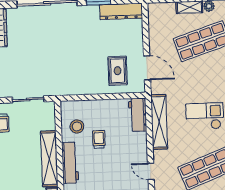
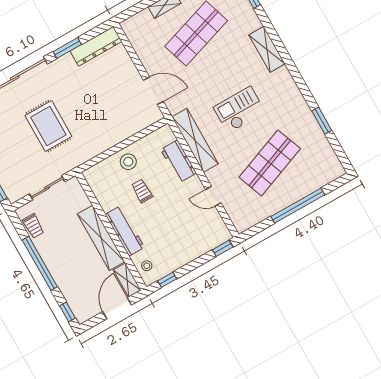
rug: (118, 71) -> (48, 126), moved, width x1.36, depth x1.43
workbench: (138, 115) -> (178, 161), moved
stool: (77, 126) -> (128, 162), moved

